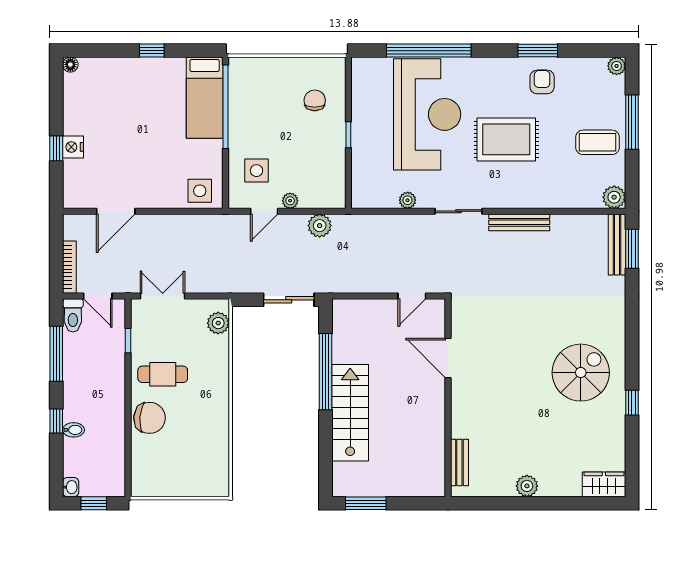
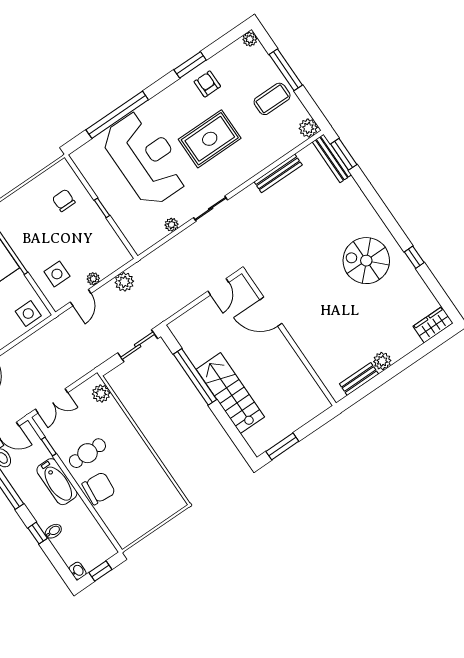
bench: (519, 222) -> (278, 173), moved
double door: (163, 296) -> (51, 401), swing flipped
spiral stairs: (581, 373) -> (366, 261), turned -90
bathtub: (112, 382) -> (57, 482), added
bench: (459, 462) -> (359, 379), moved, turned 90

